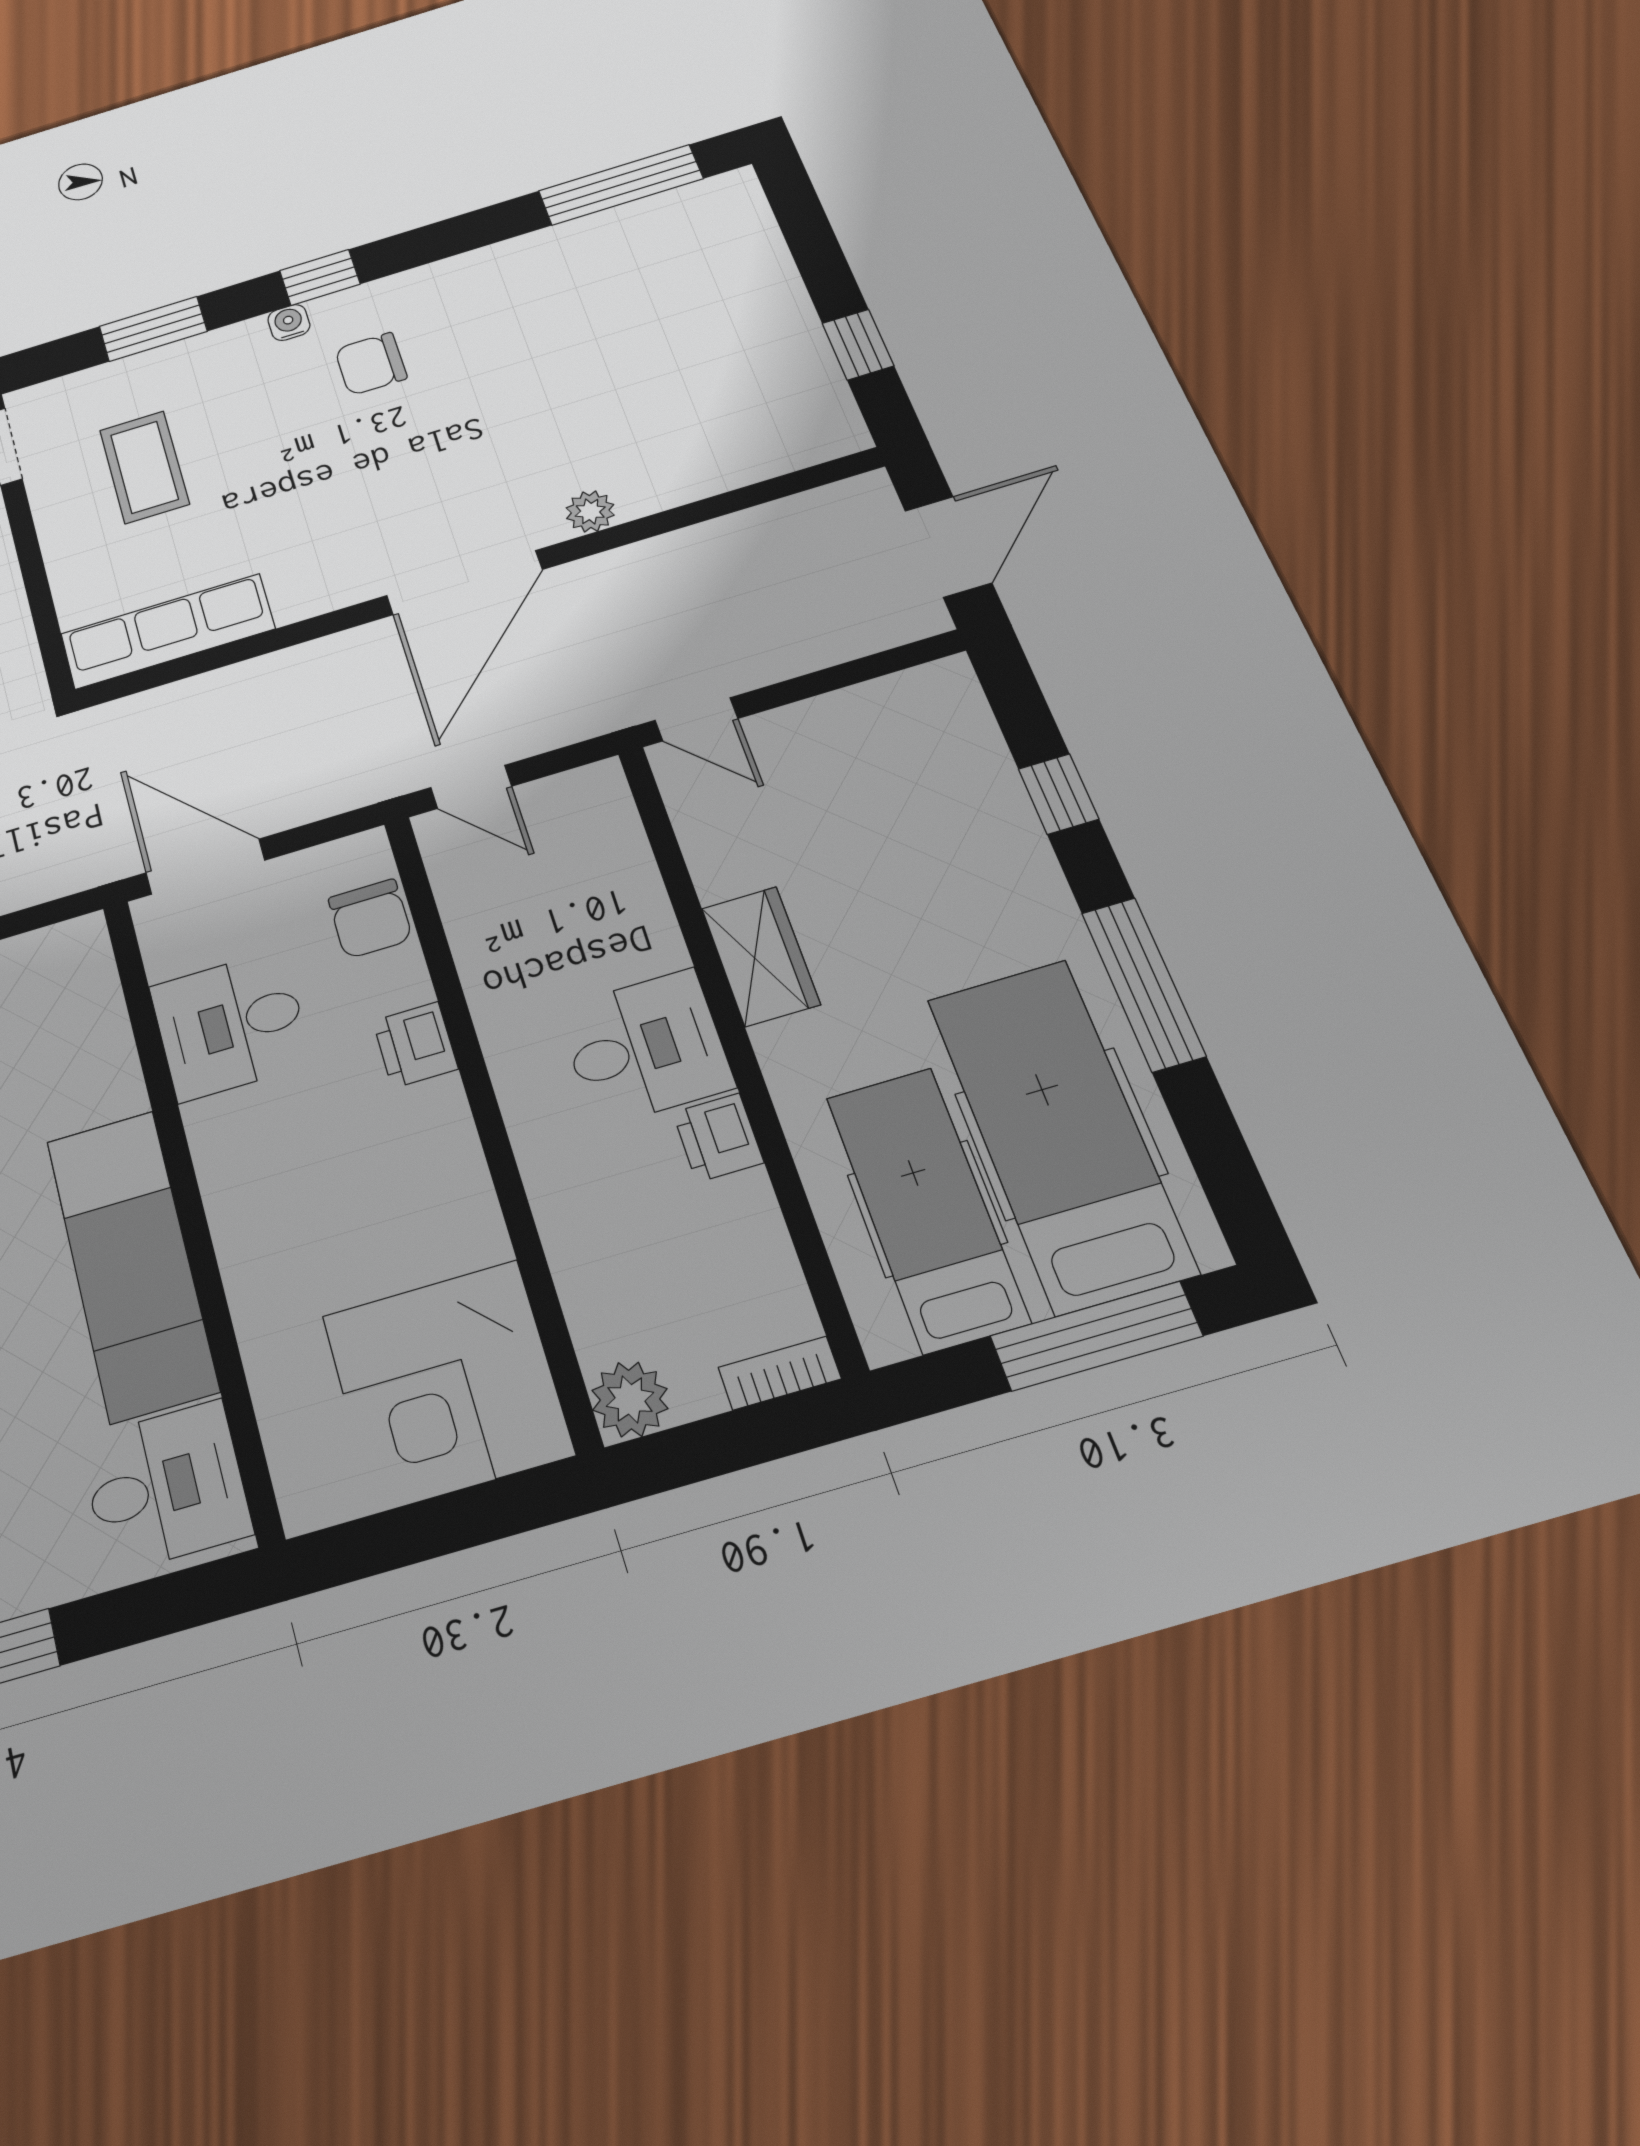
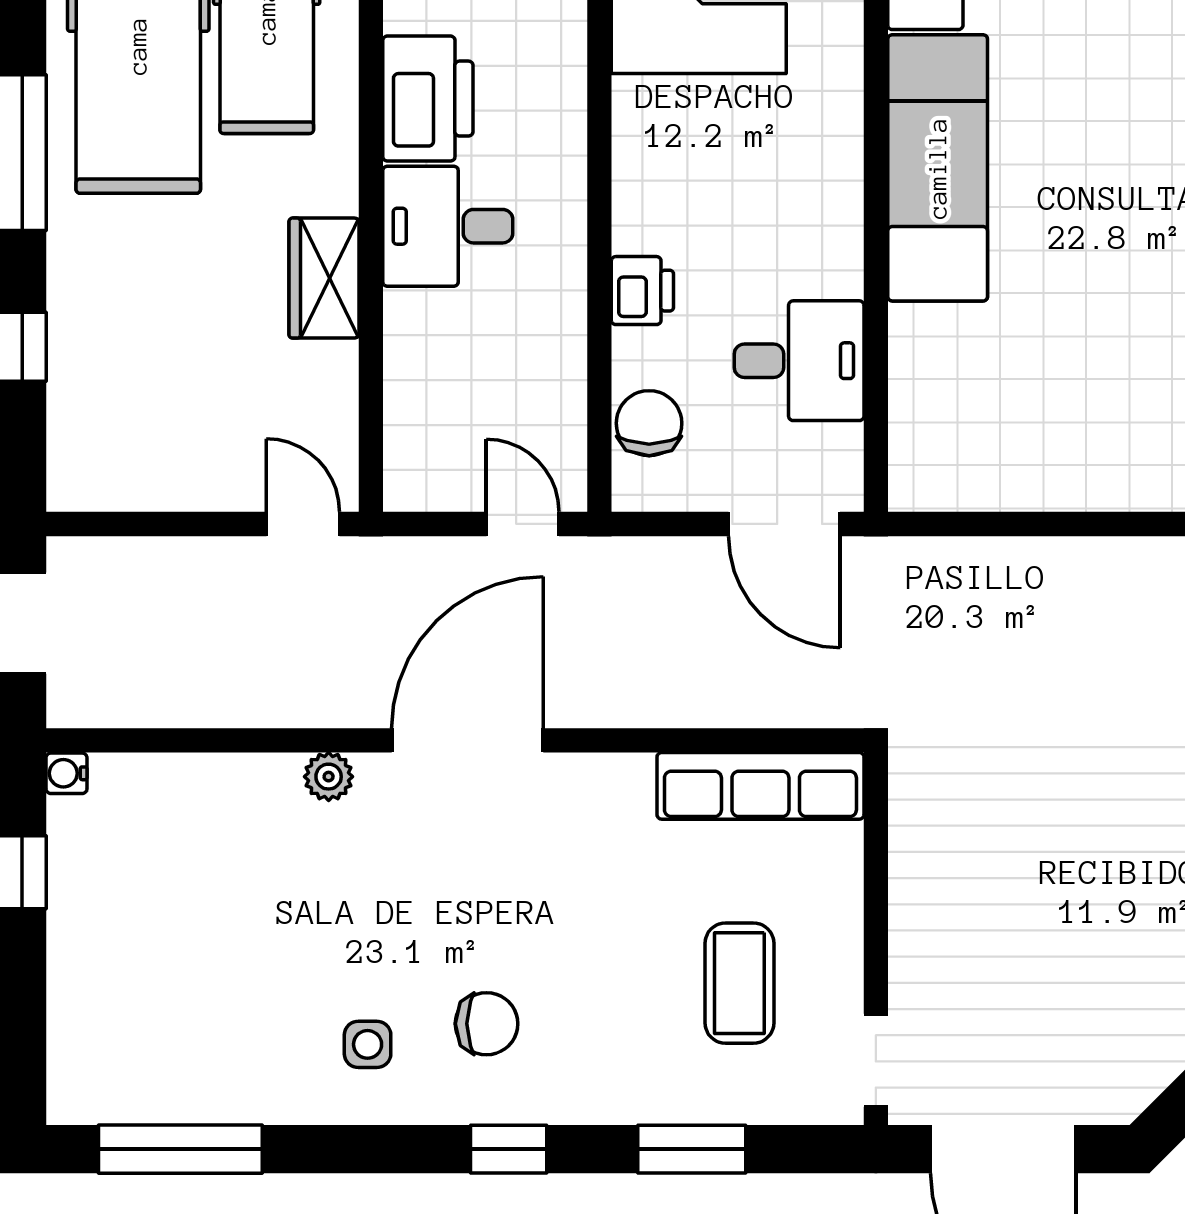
side table: (477, 314) -> (368, 1044), added
water cooler: (289, 323) -> (67, 773), moved, turned 90
printer: (718, 1138) -> (428, 99), width x1.87, depth x1.48

